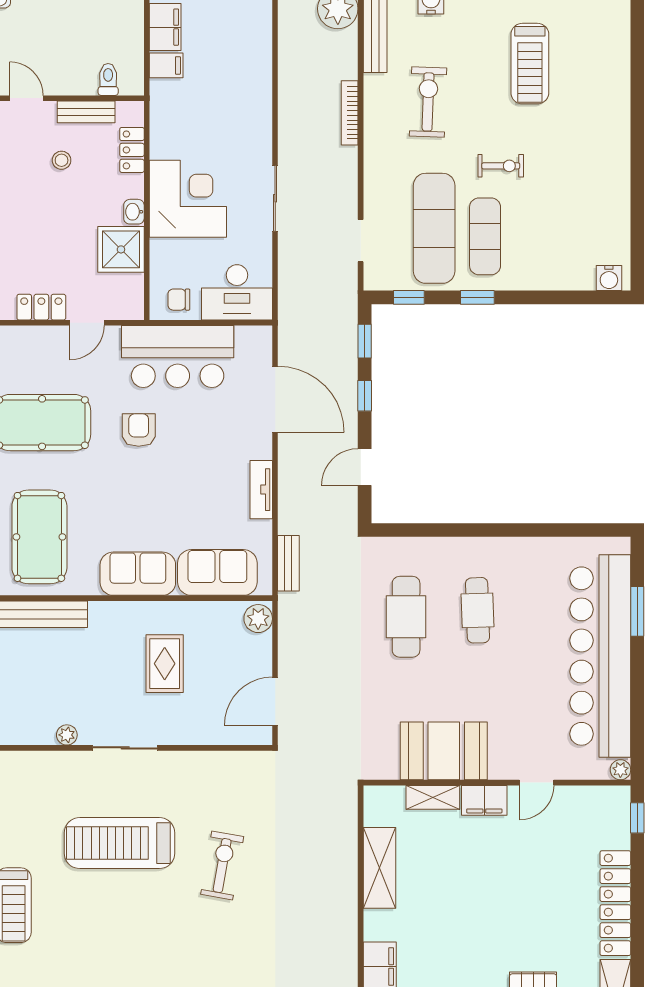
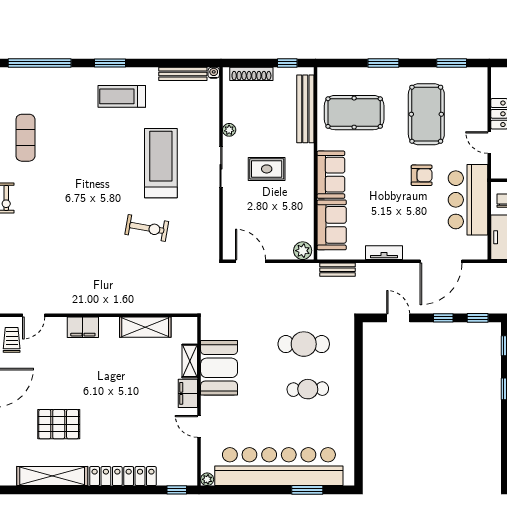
rug: (165, 664) -> (267, 169), moved

